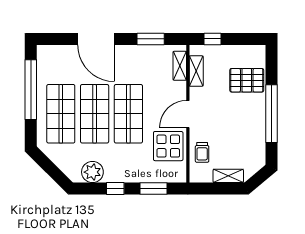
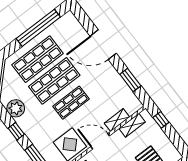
door: (96, 39) -> (103, 45), hinge flipped
shelving: (180, 66) -> (117, 120), moved
shop shelf: (128, 114) -> (71, 103), width x0.70, depth x0.74

